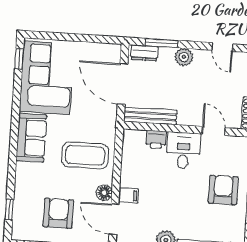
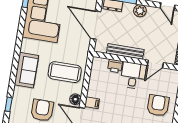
bench: (150, 116) -> (125, 51), moved
door: (214, 131) -> (155, 64), swing flipped
sofa: (31, 138) -> (26, 70), moved

